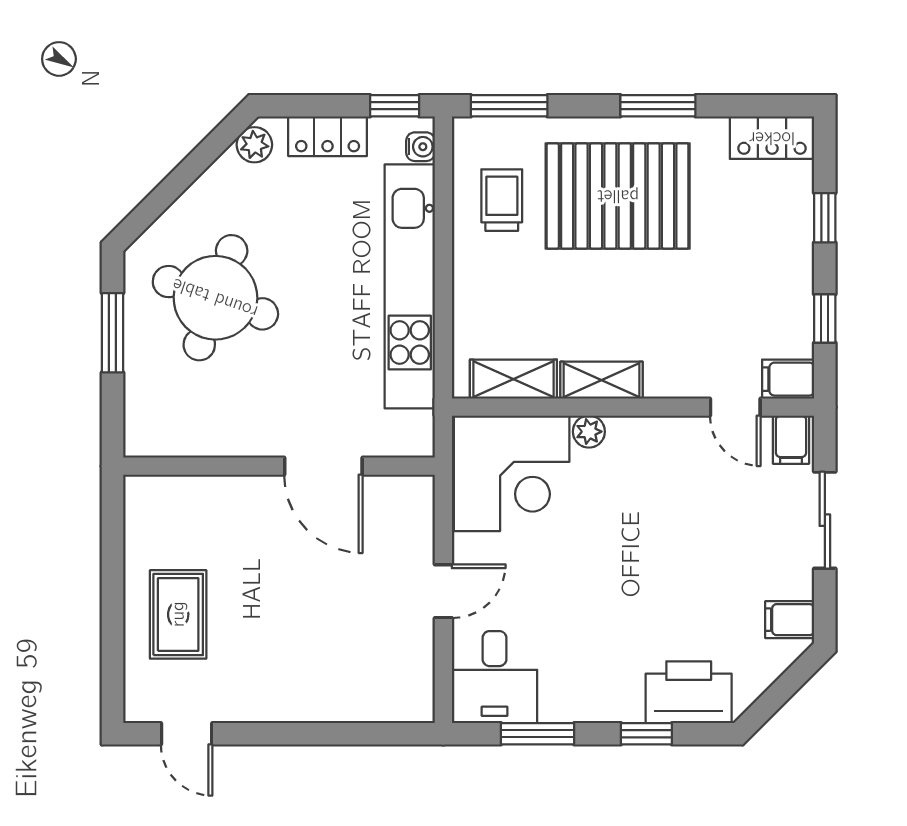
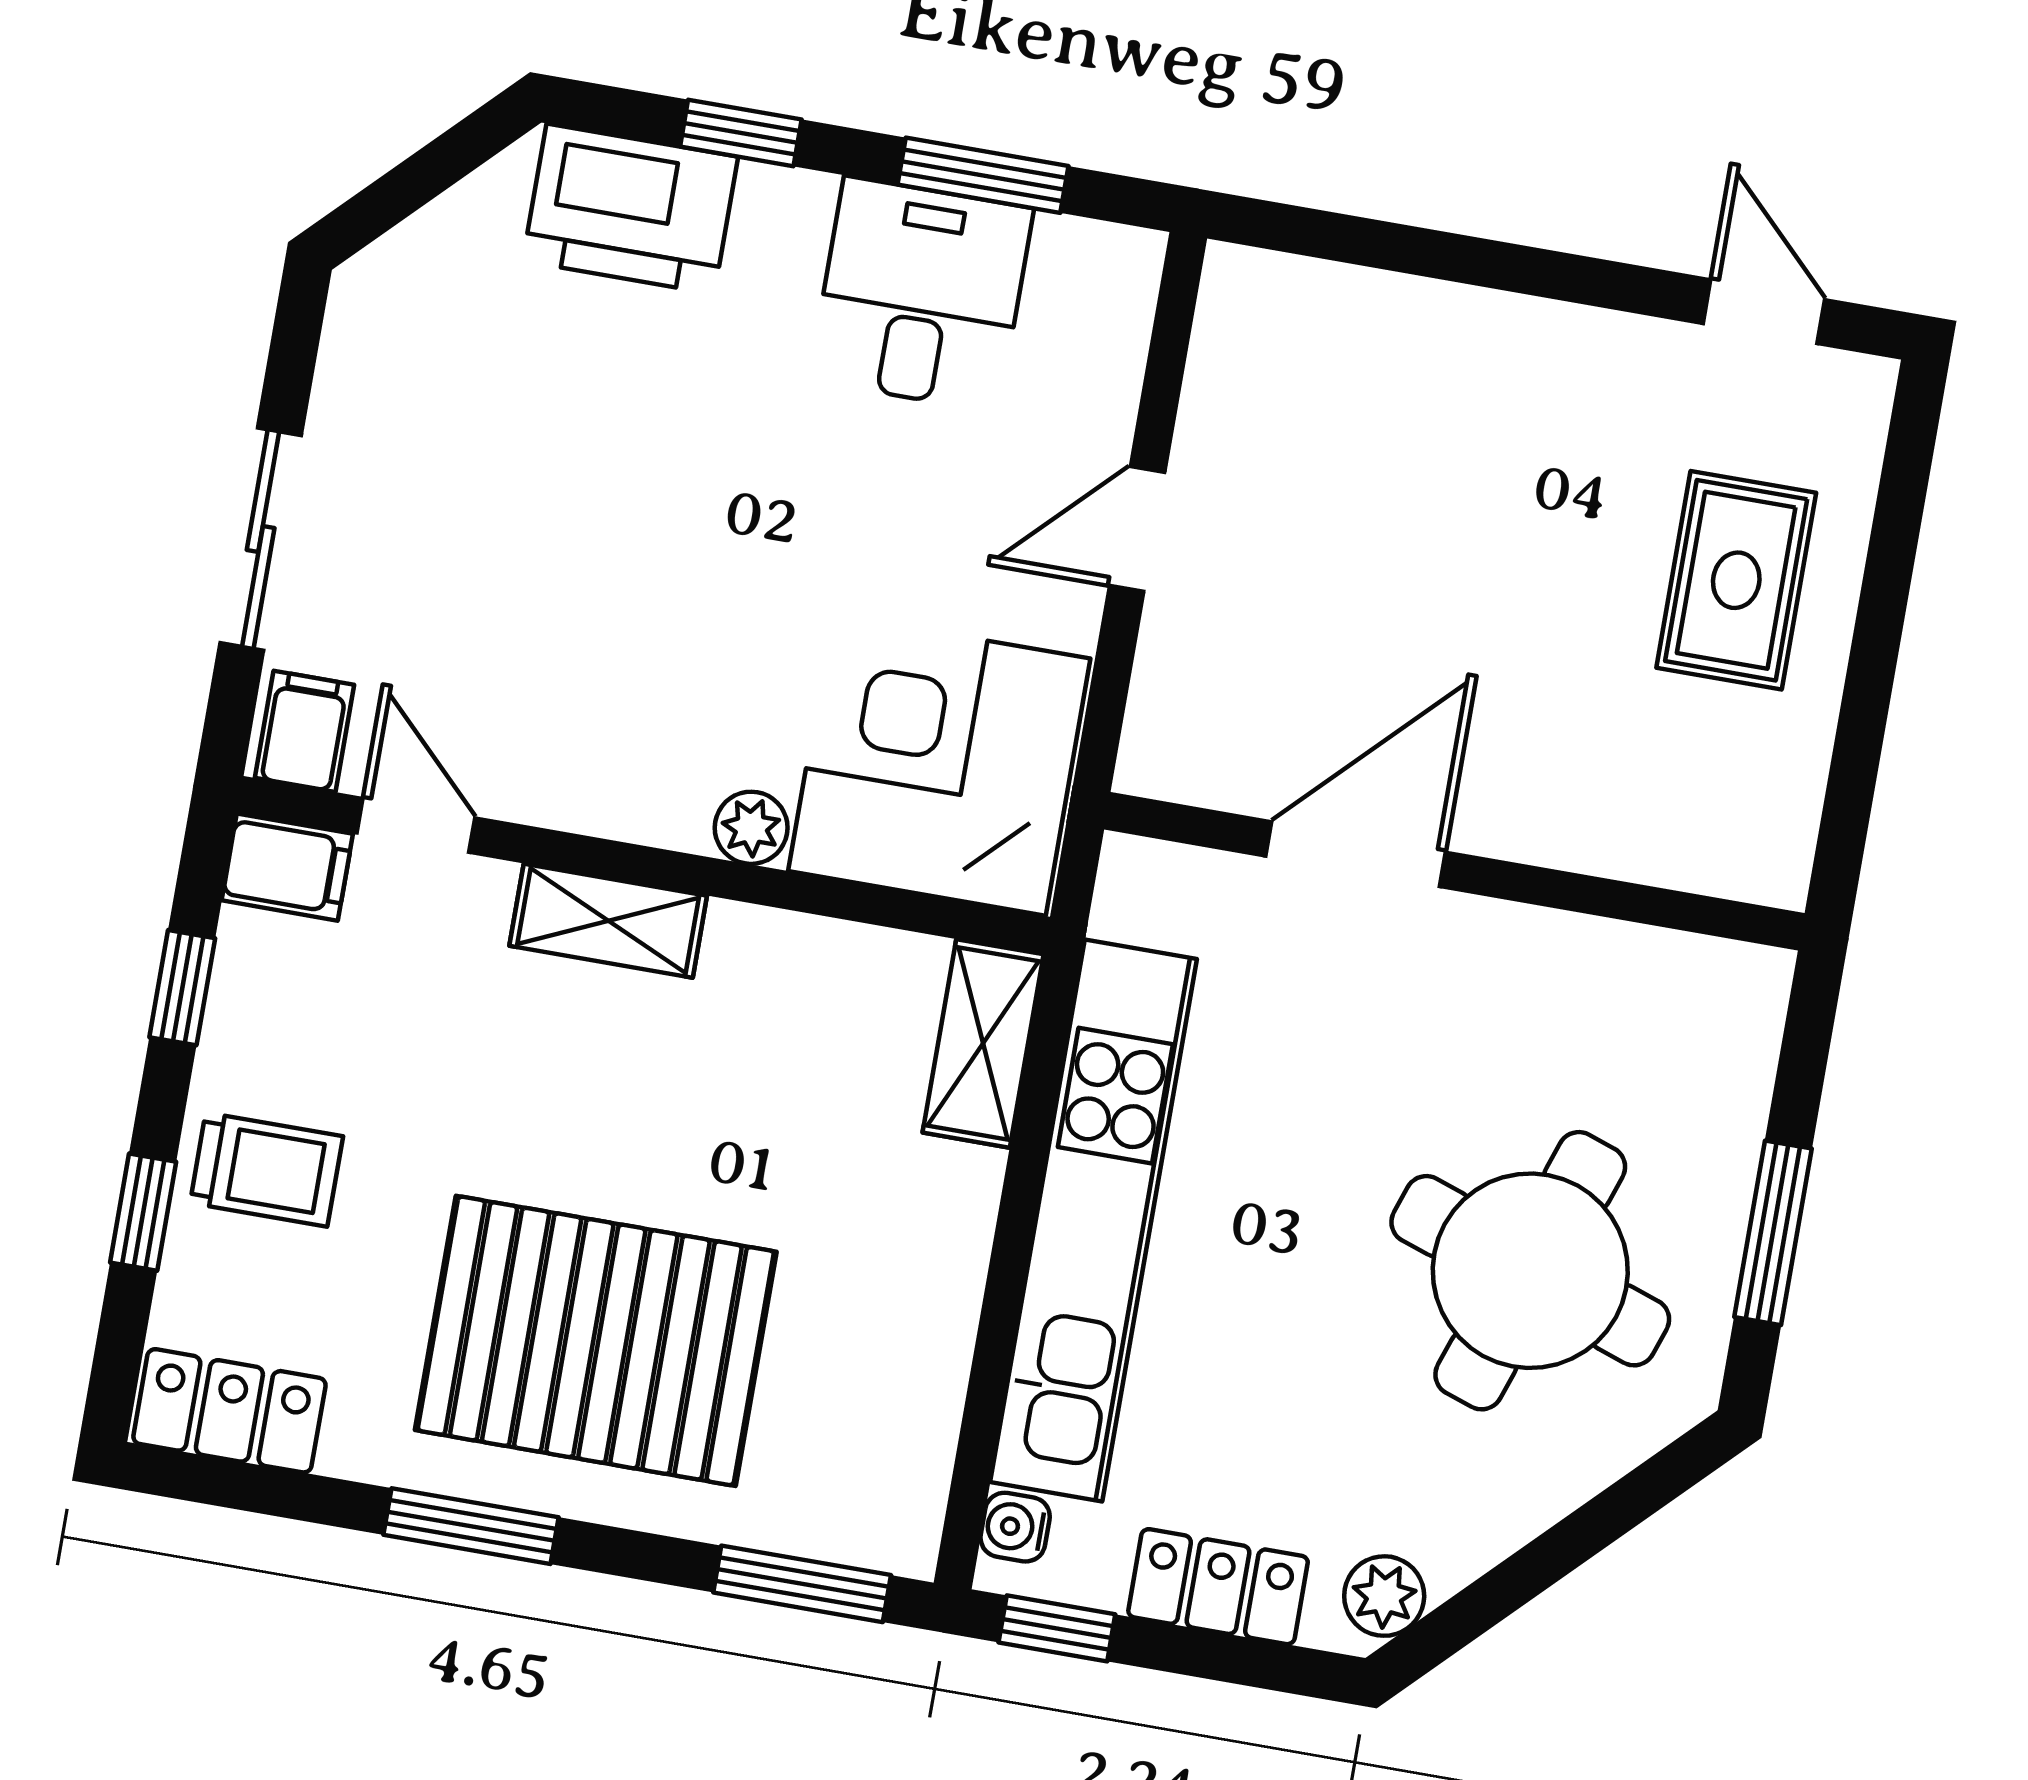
trolley: (502, 200) -> (266, 1170), moved, turned -90
shelving: (513, 379) -> (983, 1043), moved, turned 90
shelving: (602, 380) -> (608, 921), moved
door: (323, 466) -> (1356, 854), hinge flipped
filing cabinet: (790, 620) -> (377, 331), removed
desk: (494, 677) -> (921, 294), moved

